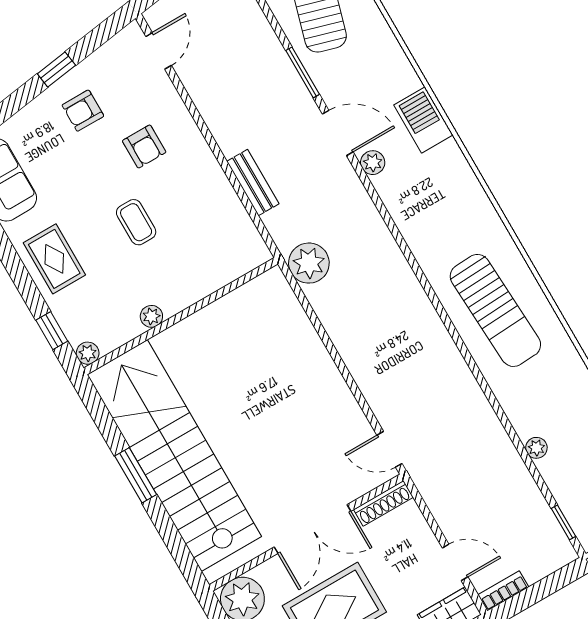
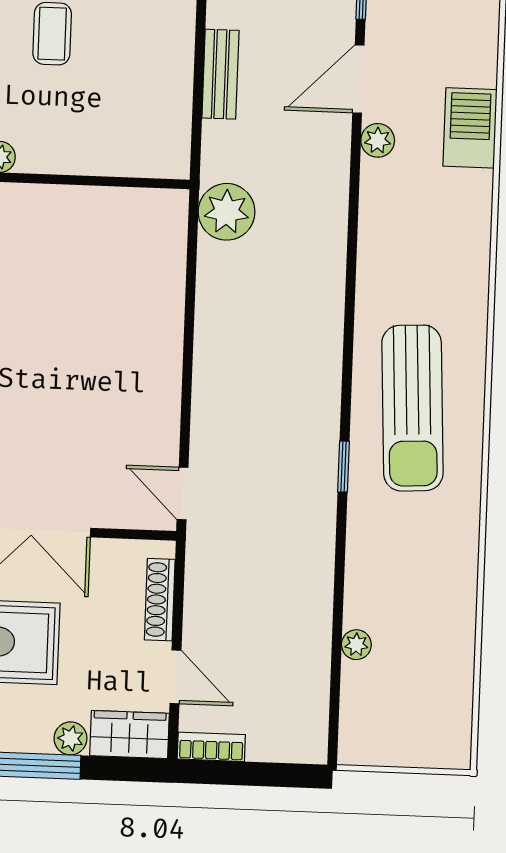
door: (338, 133) -> (358, 79), swing flipped
plant: (536, 448) -> (356, 645), moved
shoe rack: (383, 503) -> (160, 600), moved, turned 90
window: (563, 522) -> (343, 467), moved

